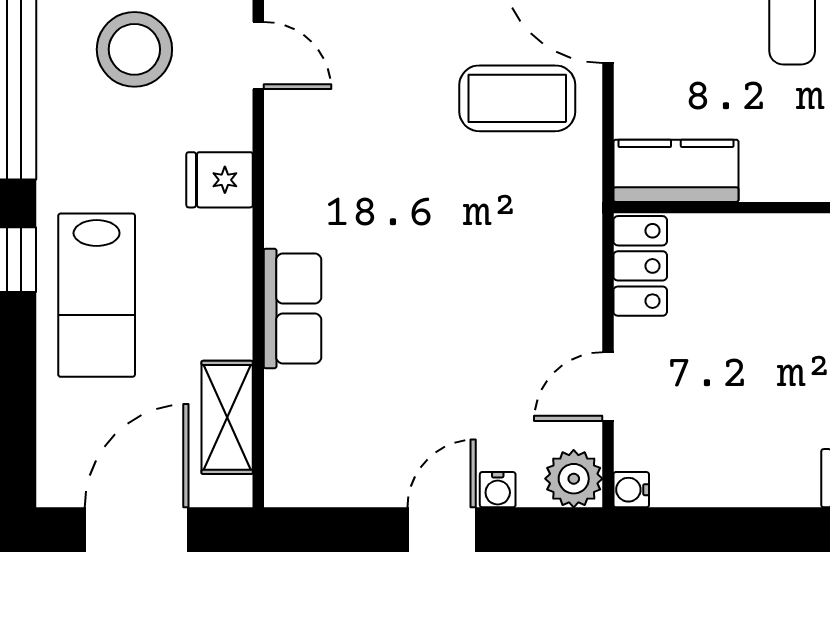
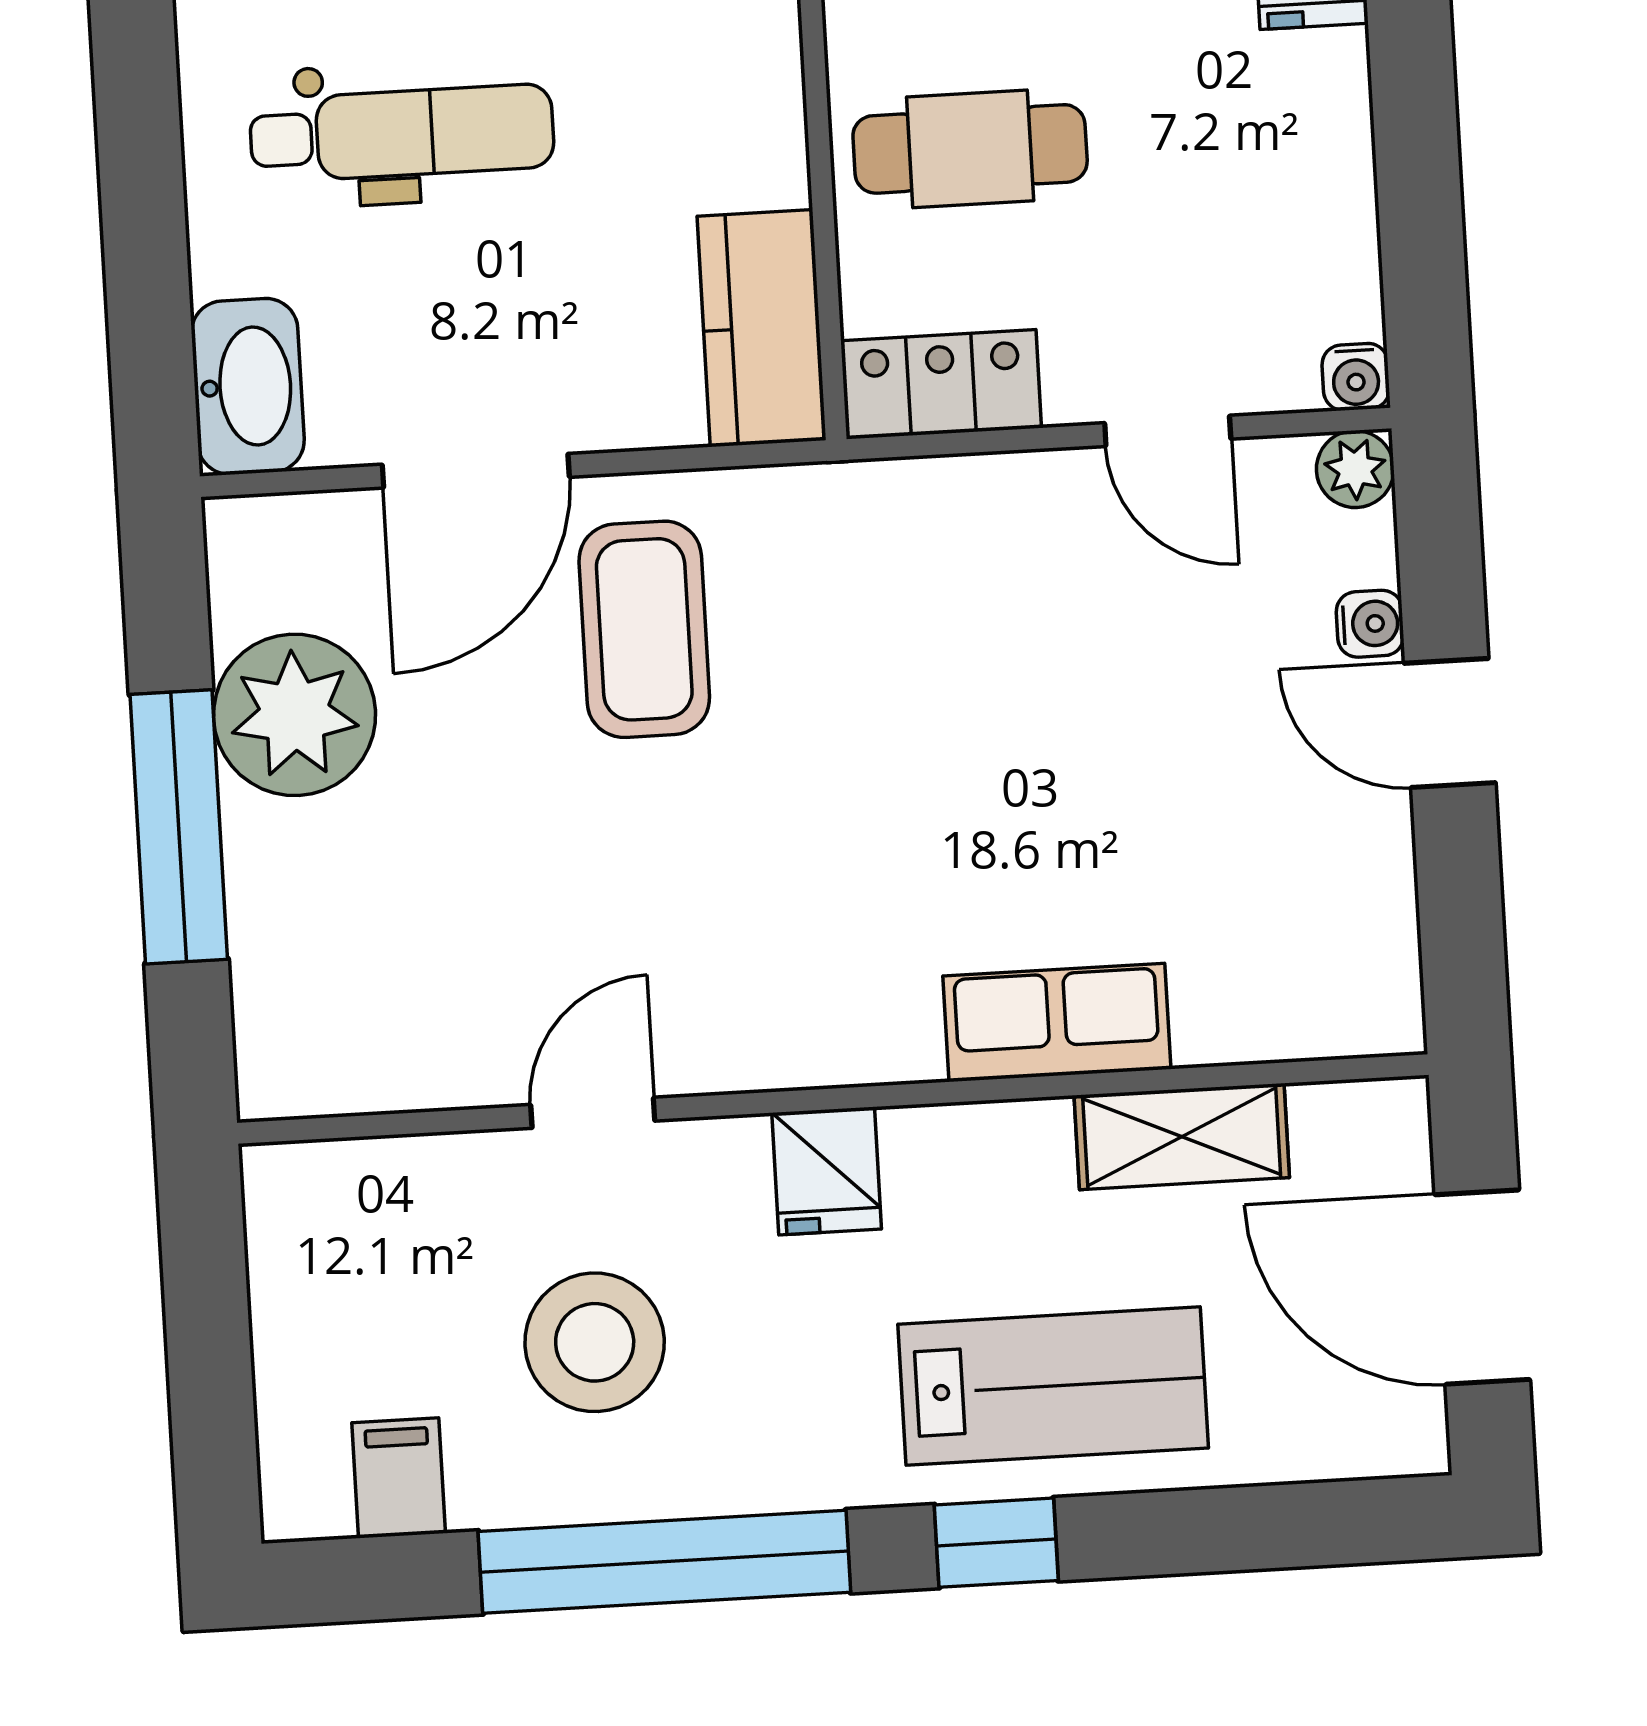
cafe table: (766, 289) -> (970, 149), added
shelving: (227, 417) -> (1182, 1137), moved
plant: (574, 479) -> (1355, 469), width x0.73, depth x0.73

